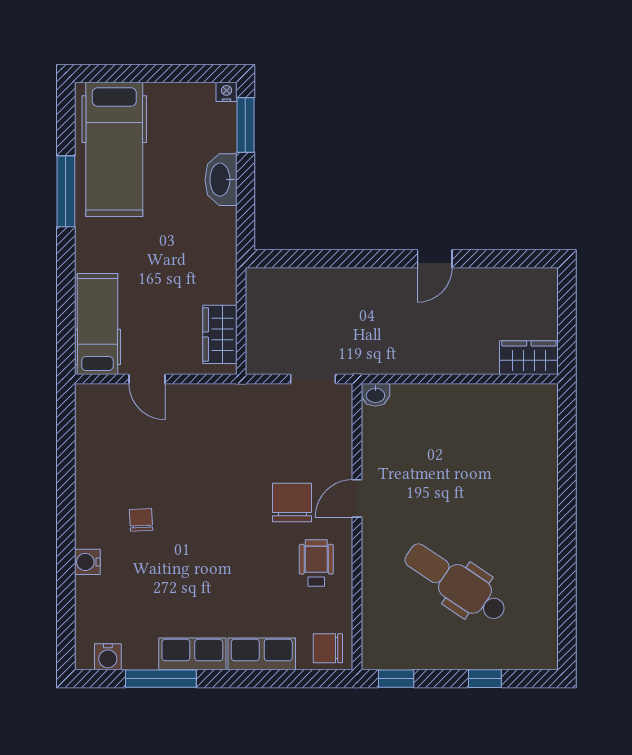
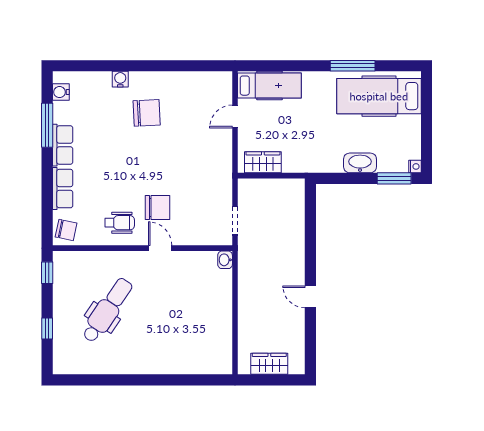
wardrobe: (529, 358) -> (269, 364), moved, turned -90
chair: (141, 520) -> (147, 113), width x1.87, depth x1.87
chair: (328, 648) -> (66, 230), turned 102

